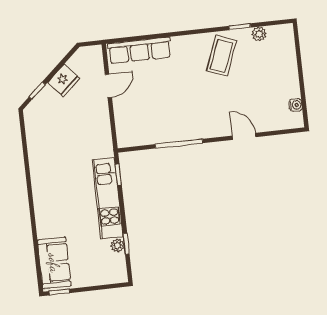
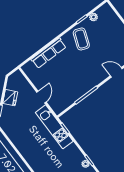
row of seats: (140, 50) -> (49, 53), moved
door: (108, 86) -> (41, 97), moved
kitchen unit: (108, 198) -> (54, 127), moved

